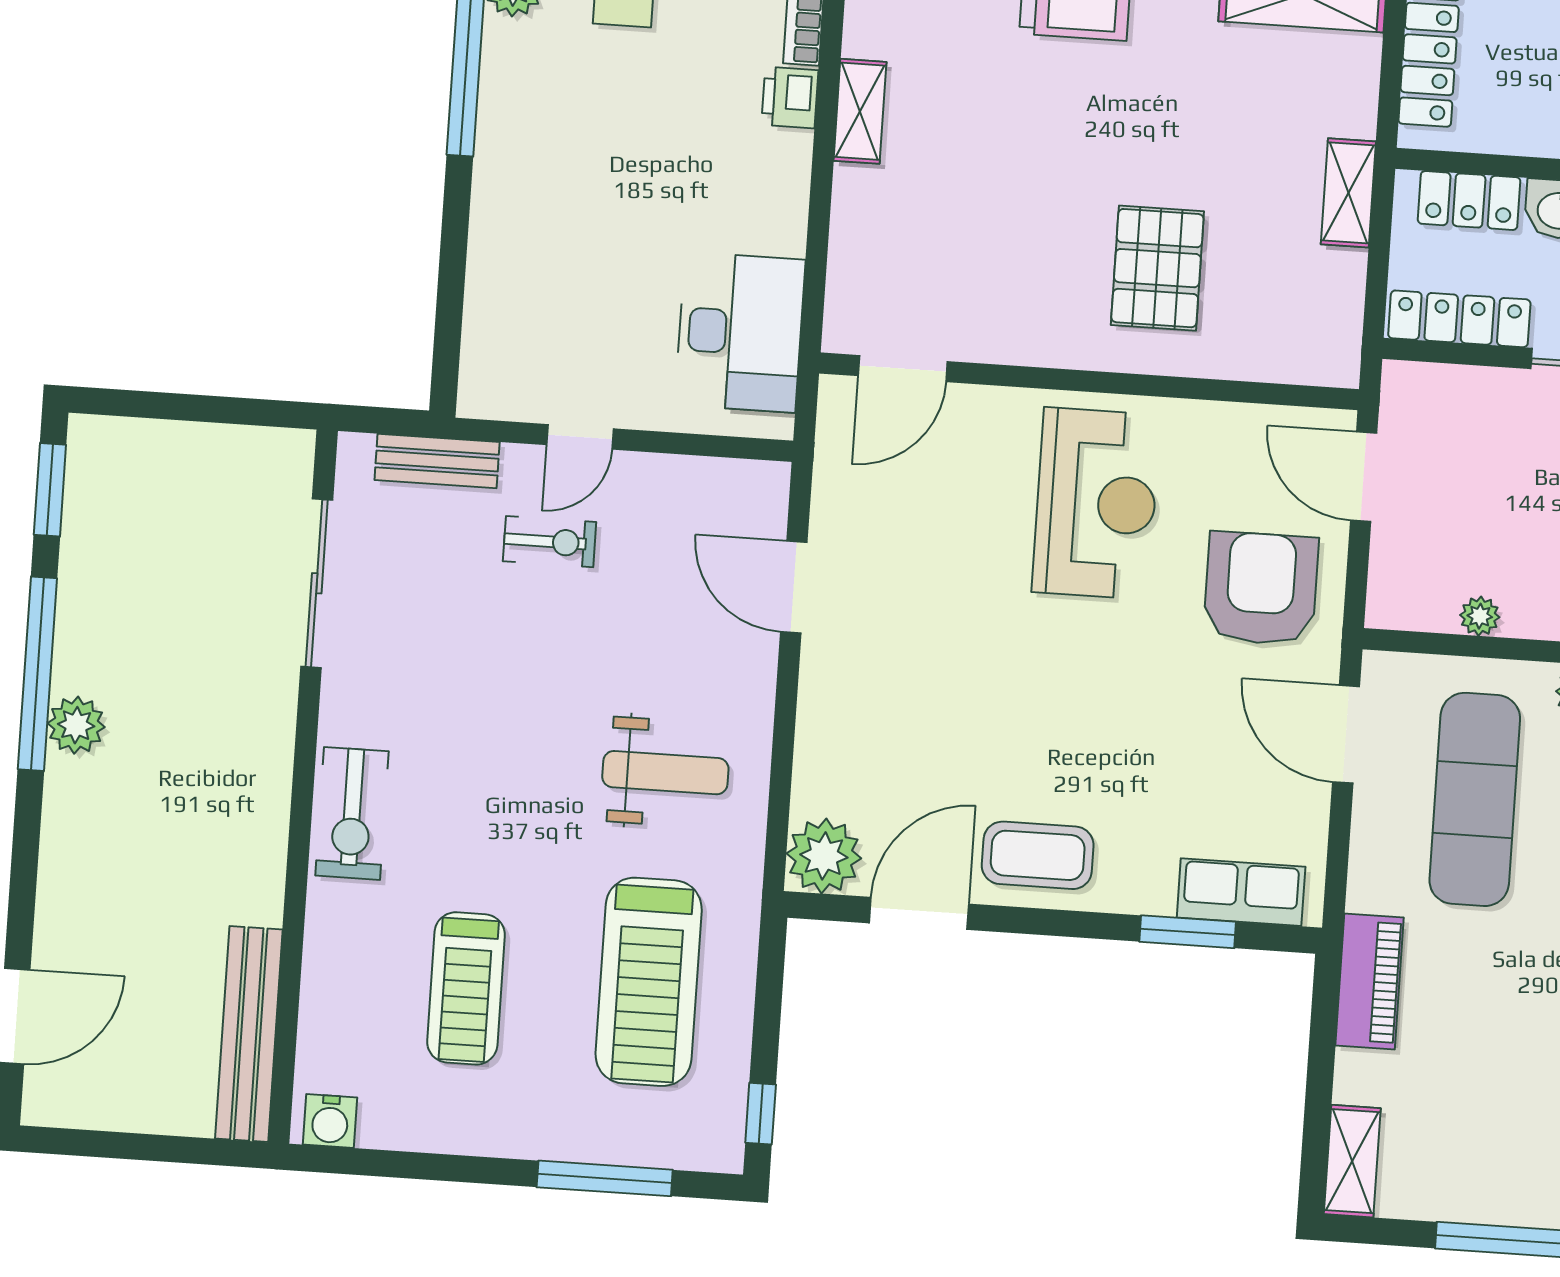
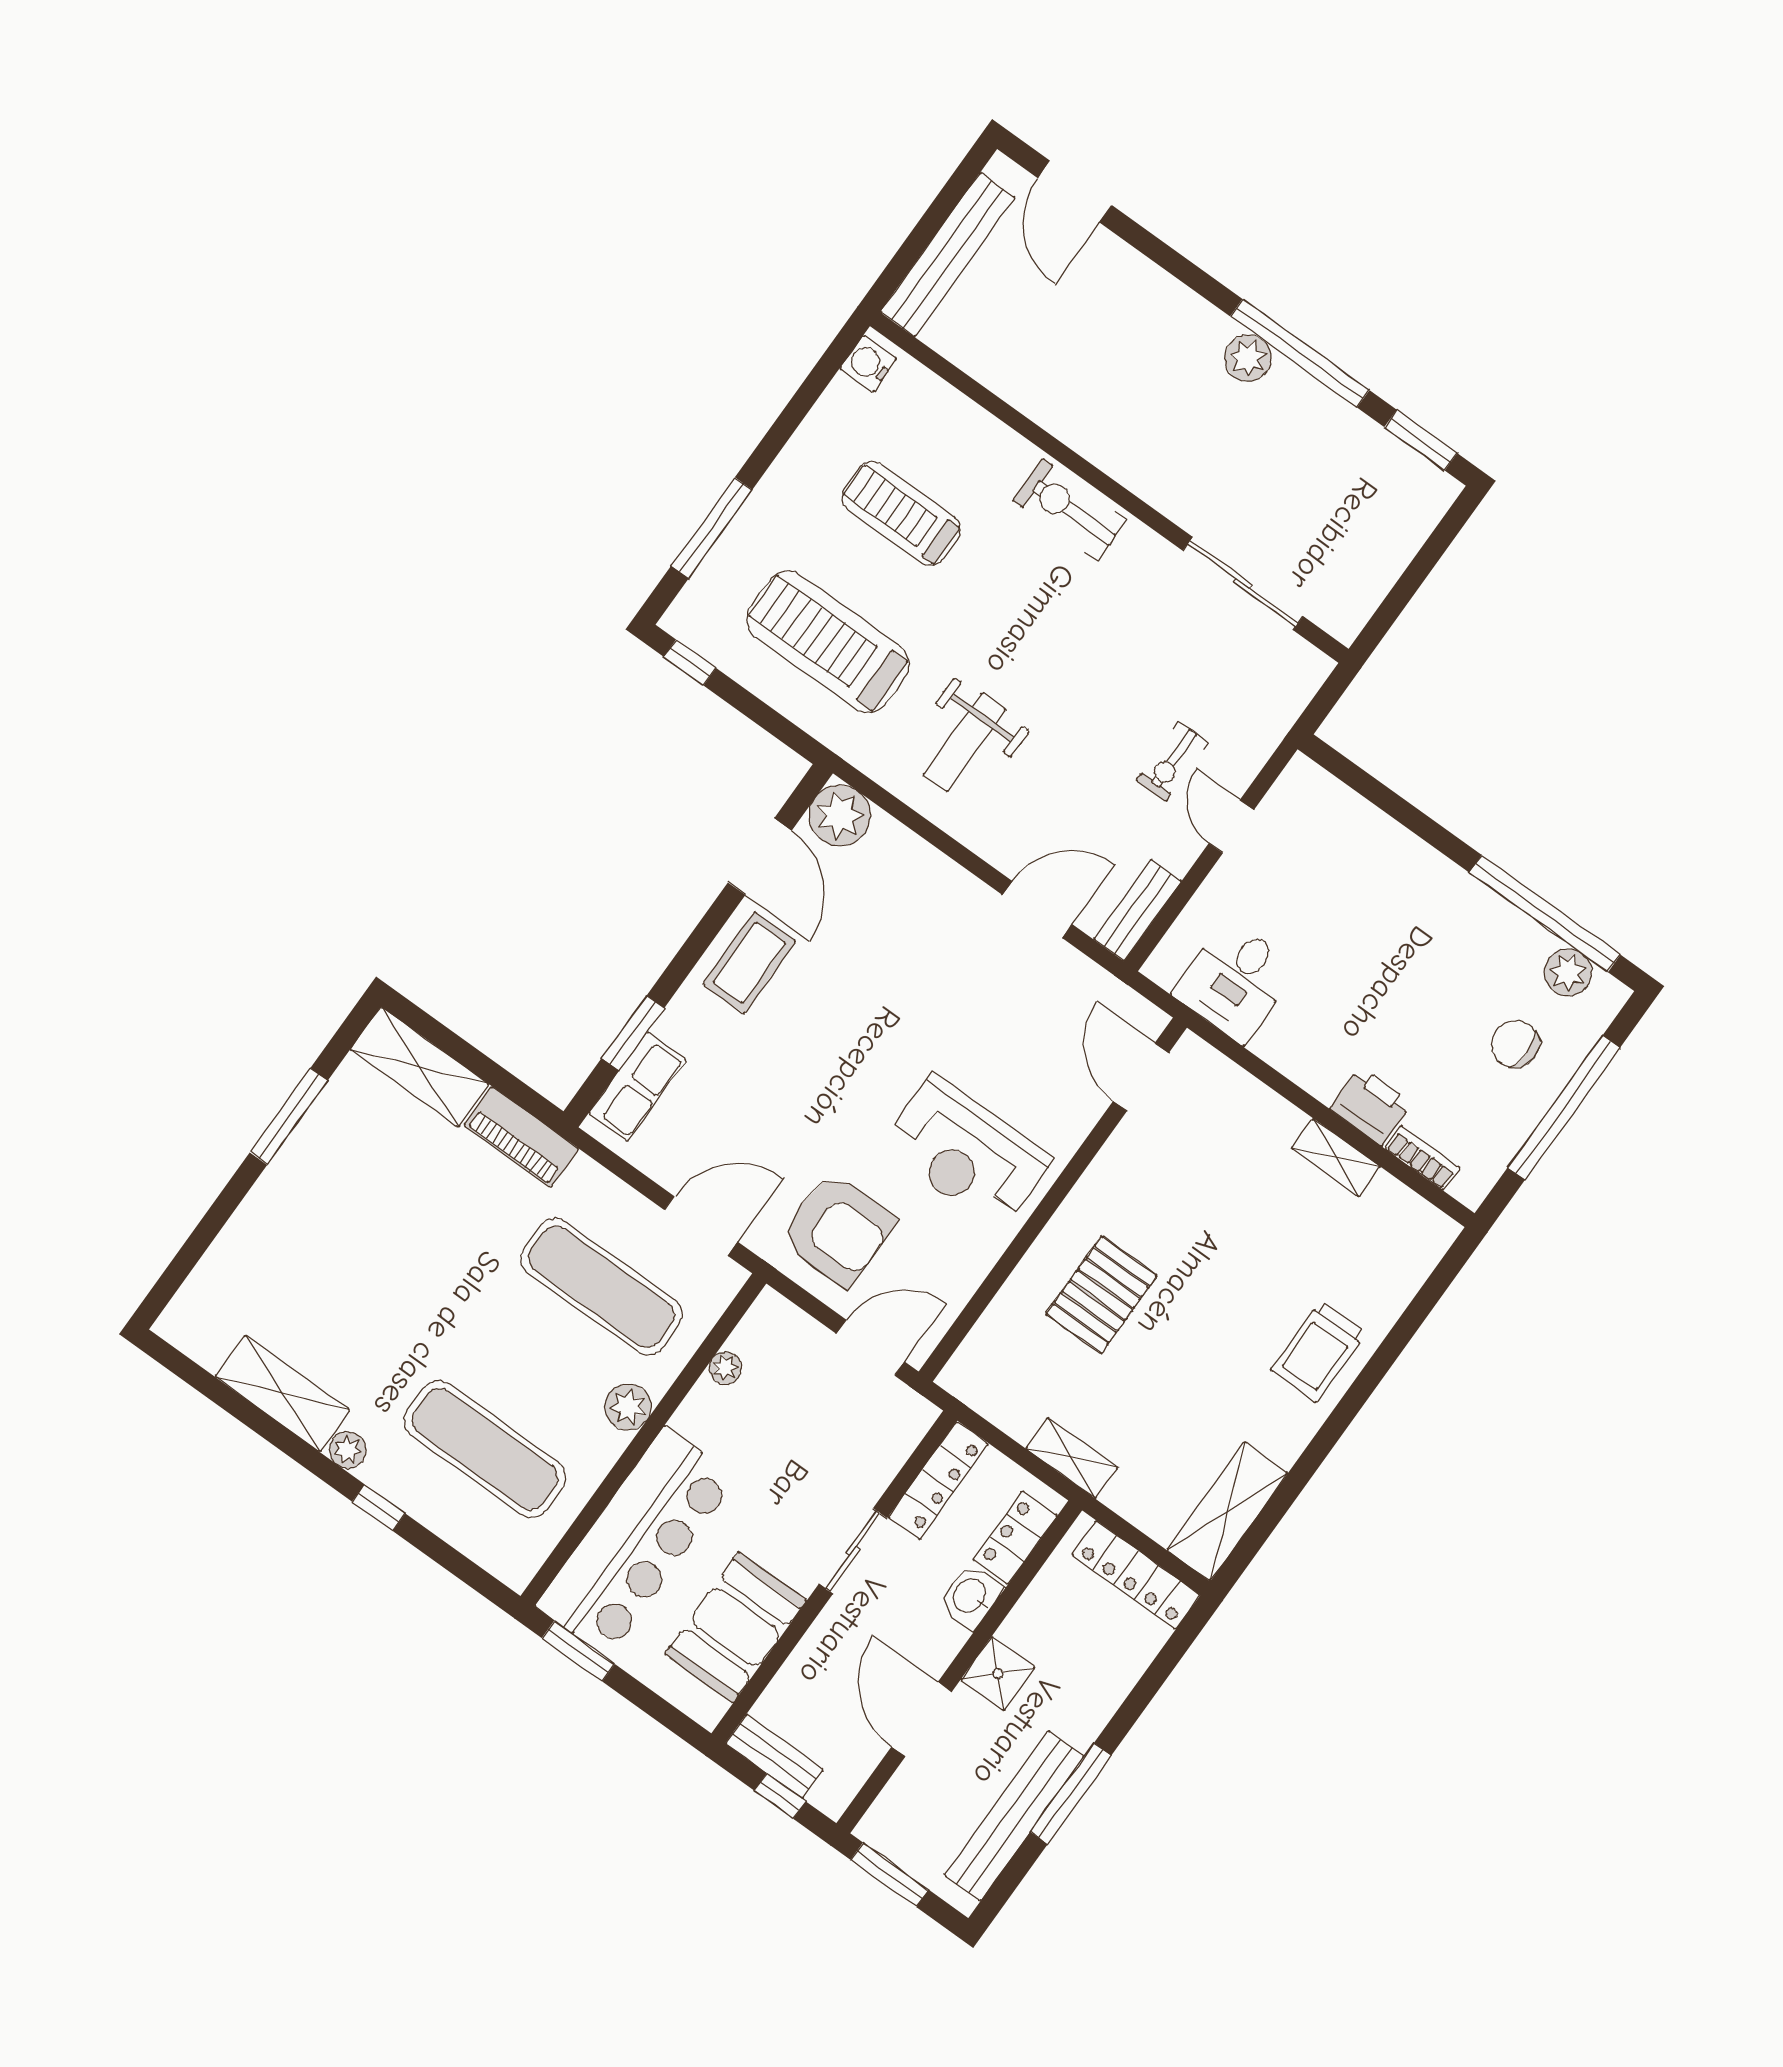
printer: (790, 97) -> (1371, 1106), width x1.36, depth x1.24
pallet: (1157, 268) -> (1101, 1295), turned 90
desk: (740, 332) -> (1235, 981), width x0.73
bench: (437, 461) -> (1138, 910), moved
bench: (249, 1034) -> (948, 255), moved, turned 90
shelving: (1352, 1161) -> (419, 1067), width x1.50, depth x1.33

